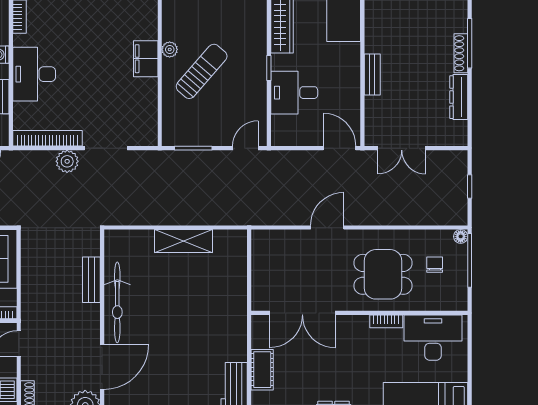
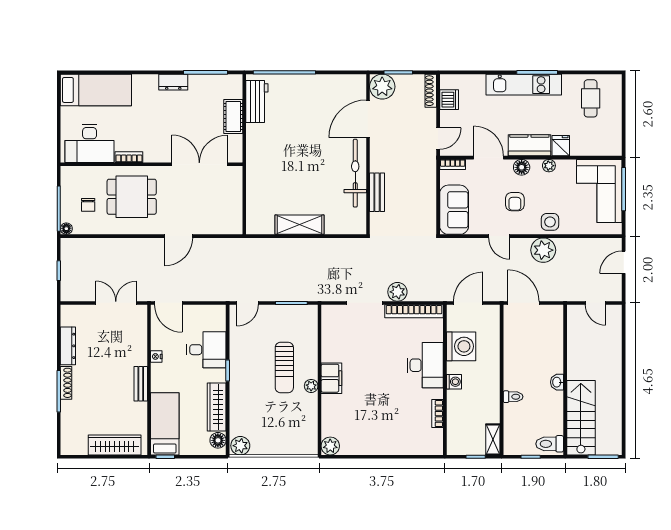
sun lounger: (202, 71) -> (284, 368), turned -41
bench: (372, 74) -> (141, 384), moved
nightstand: (354, 85) -> (156, 356), added

